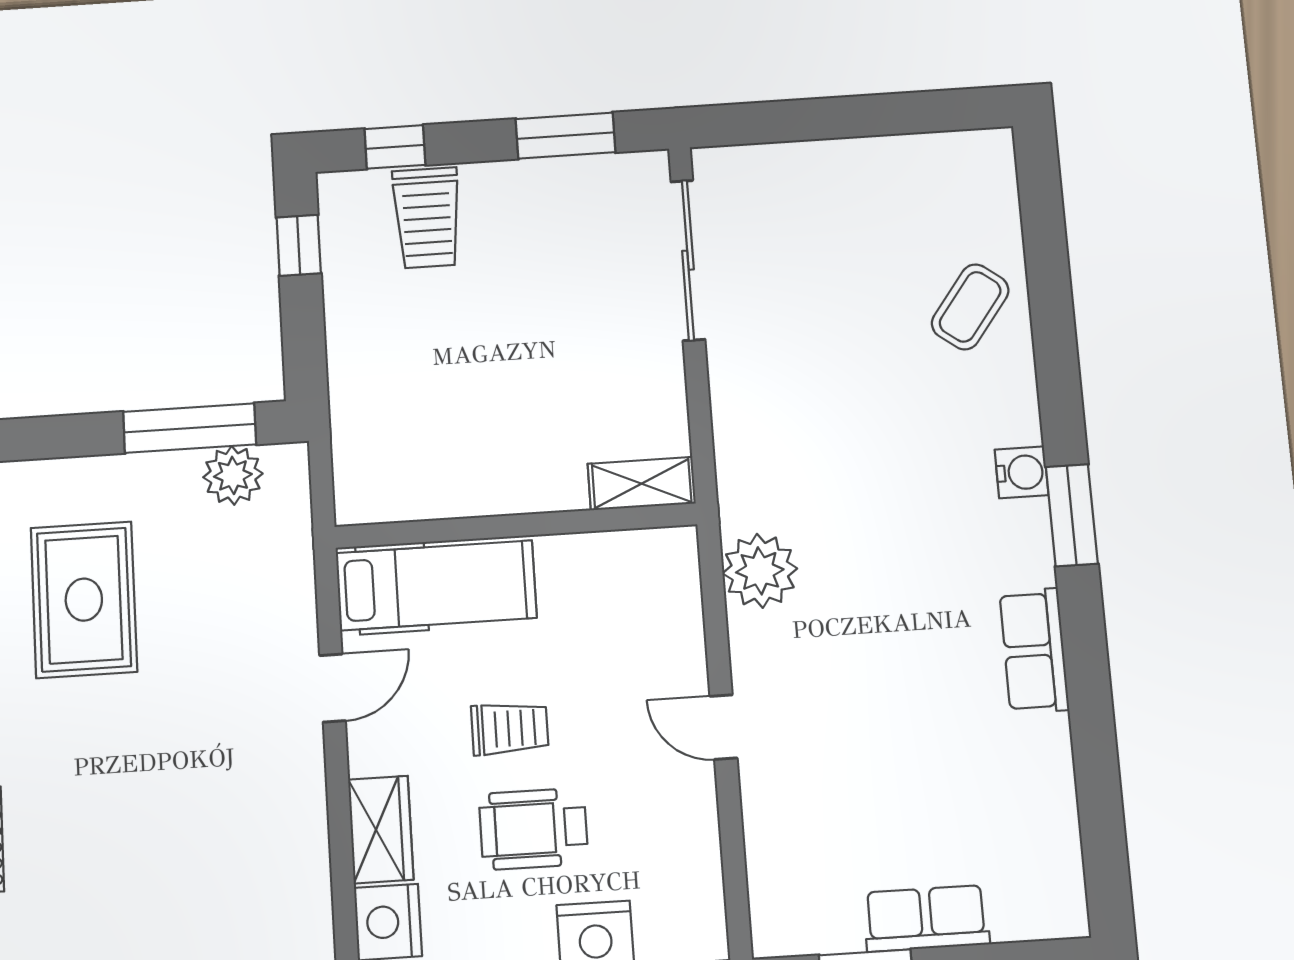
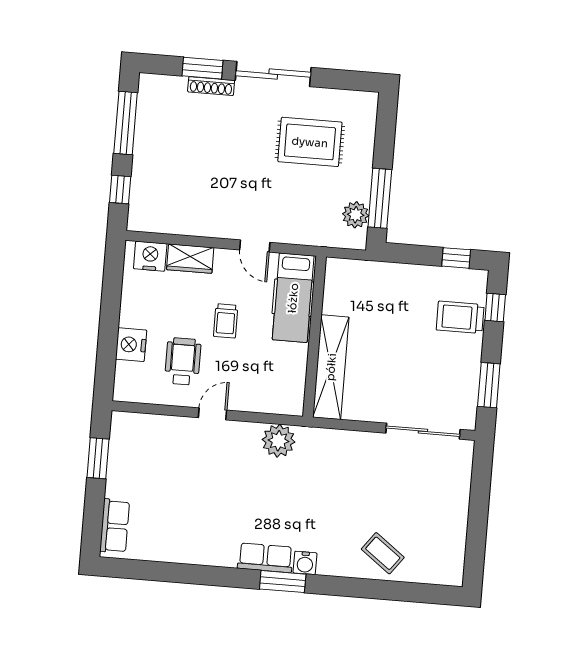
shelving: (642, 484) -> (331, 367), width x2.20, depth x1.33
row of seats: (1034, 651) -> (265, 558), moved
wheelchair: (533, 829) -> (183, 361), moved
row of seats: (926, 918) -> (115, 526), moved

